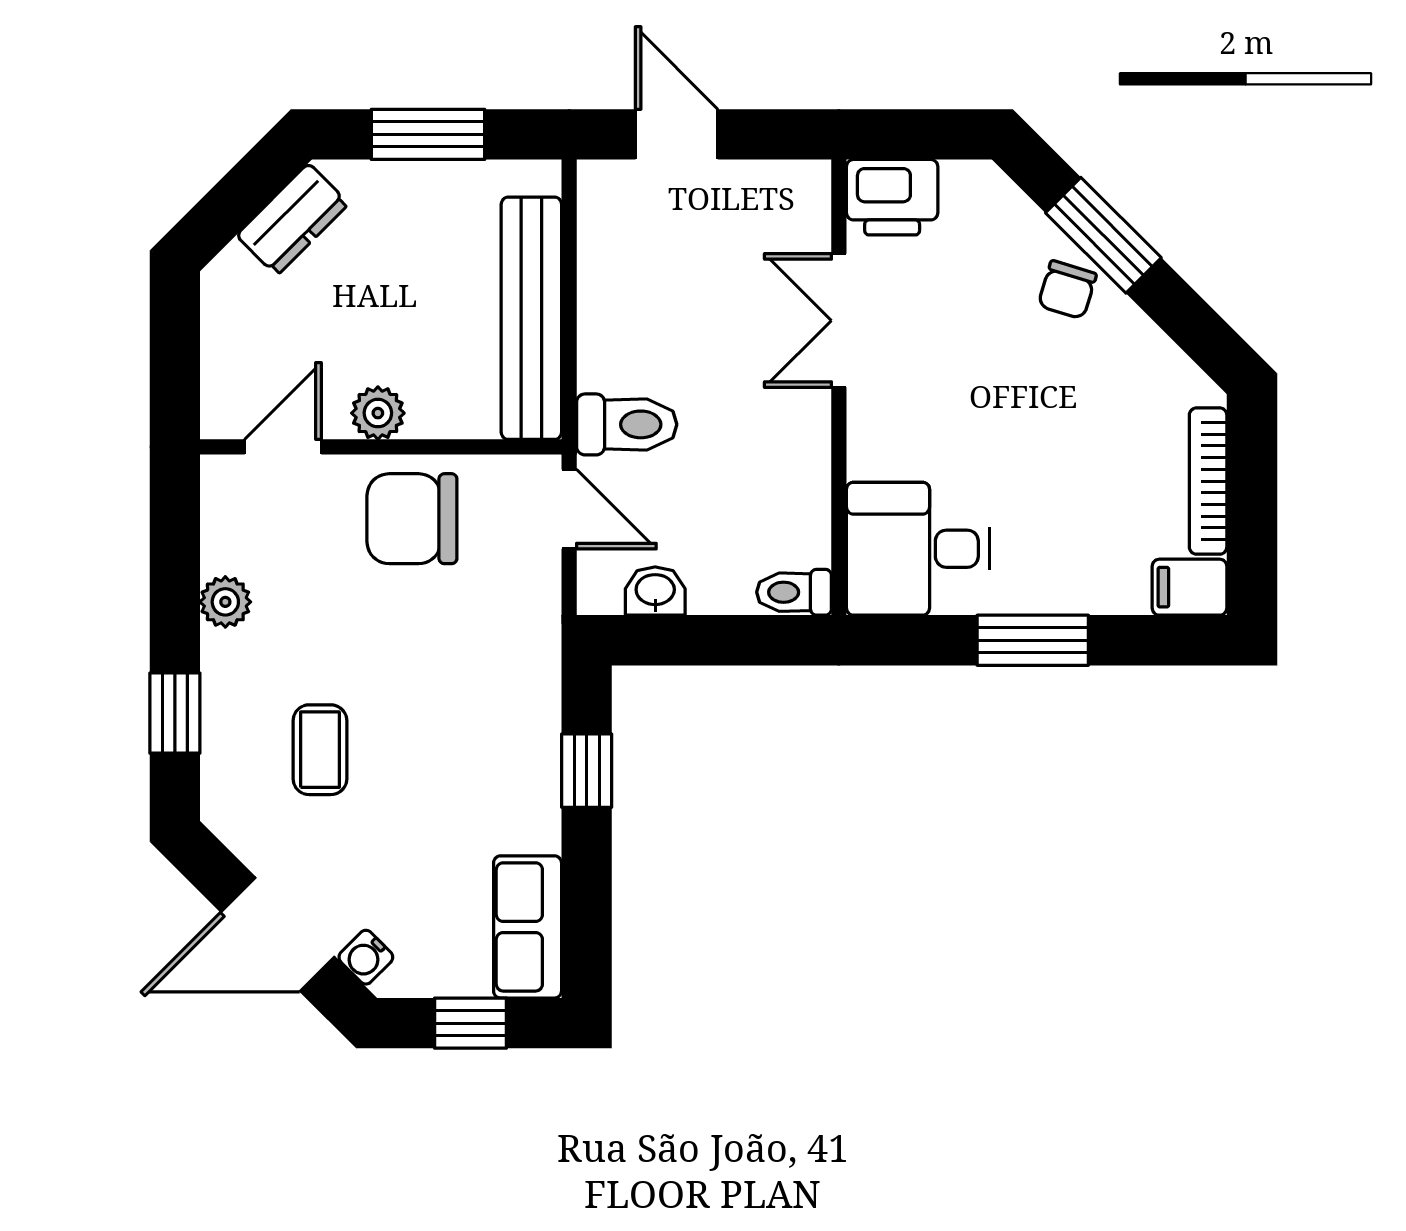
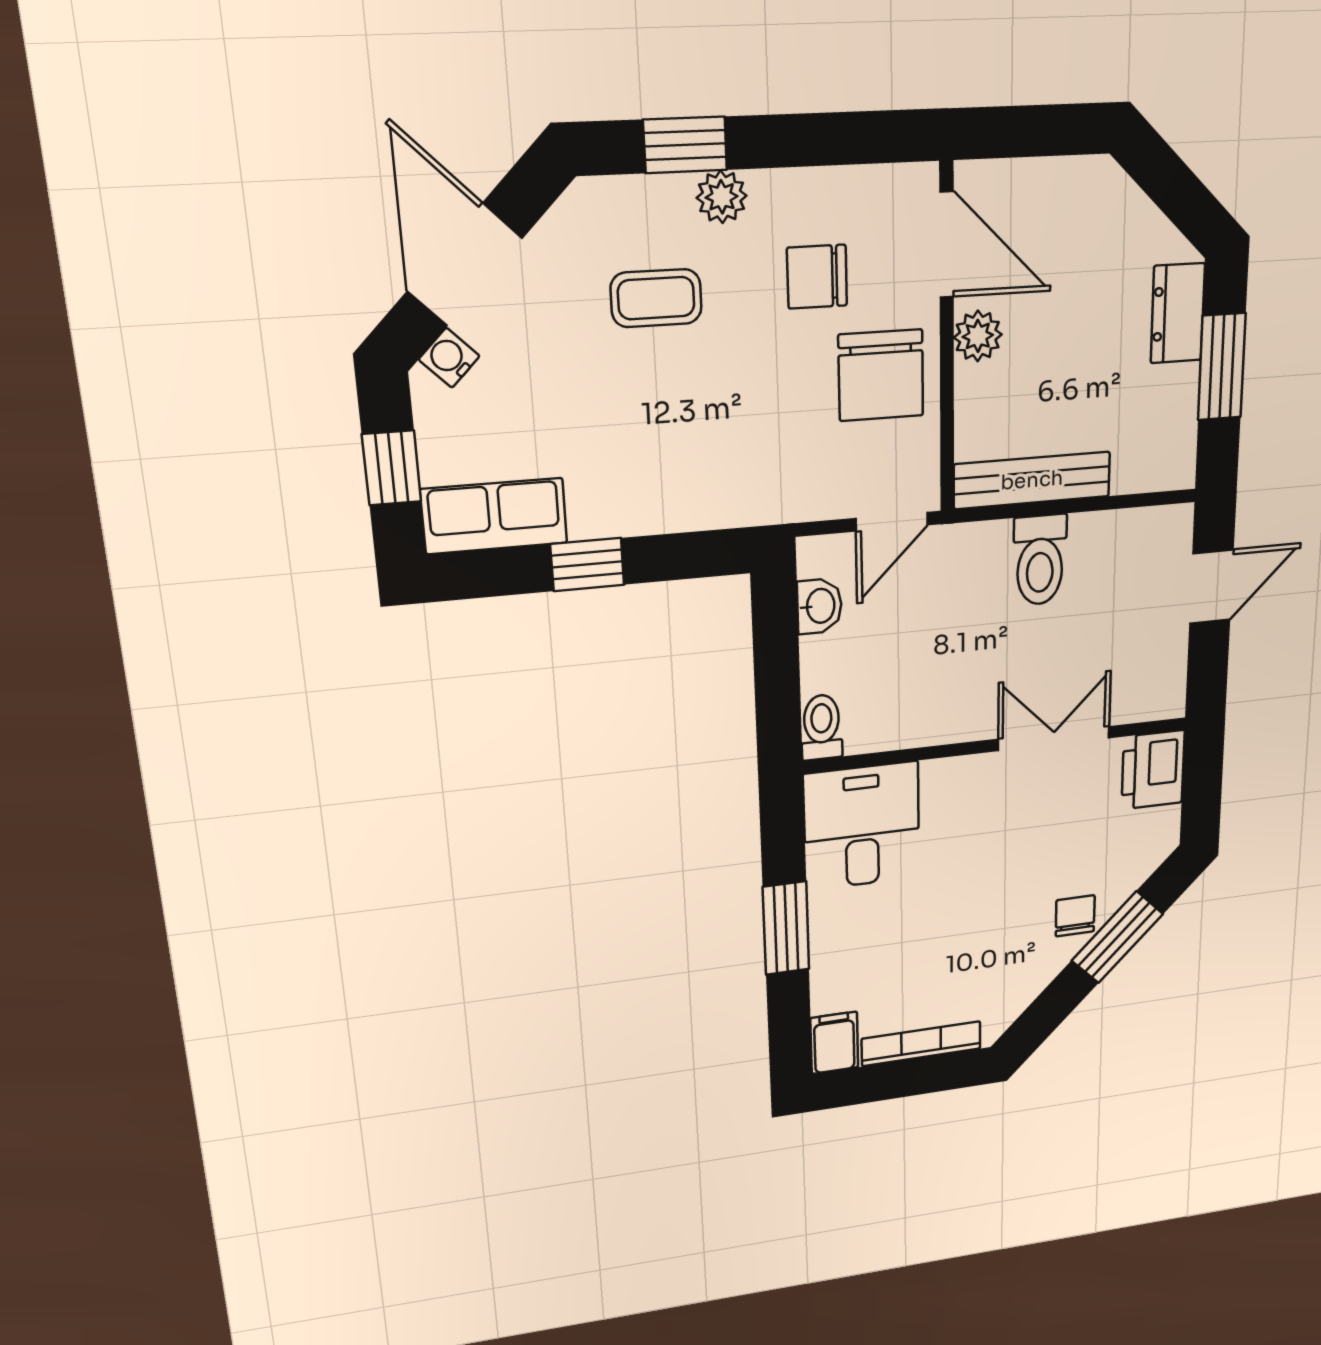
dresser: (293, 219) -> (1178, 313), moved, turned 45
chair: (1067, 290) -> (1075, 916), turned 73
bench: (531, 318) -> (1032, 480), width x0.73, depth x0.82
toilet: (627, 424) -> (1040, 560), moved
door: (283, 447) -> (947, 245), width x1.37
chair: (412, 519) -> (881, 375), turned 180
chair: (308, 584) -> (817, 277), added
plant: (225, 602) -> (722, 197), moved
window: (587, 771) -> (587, 565), moved

